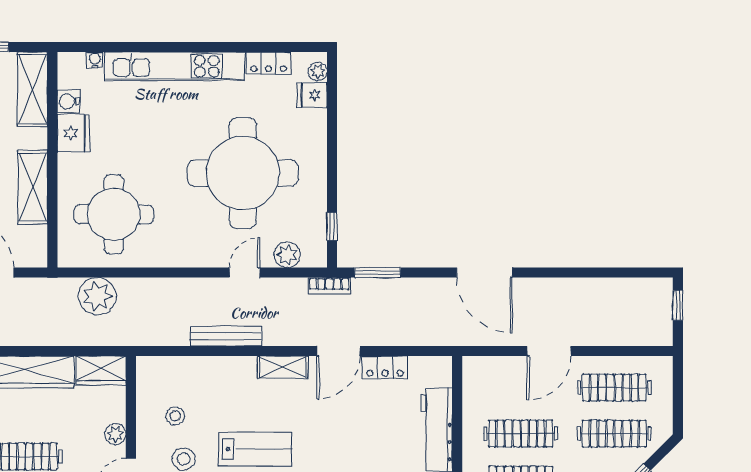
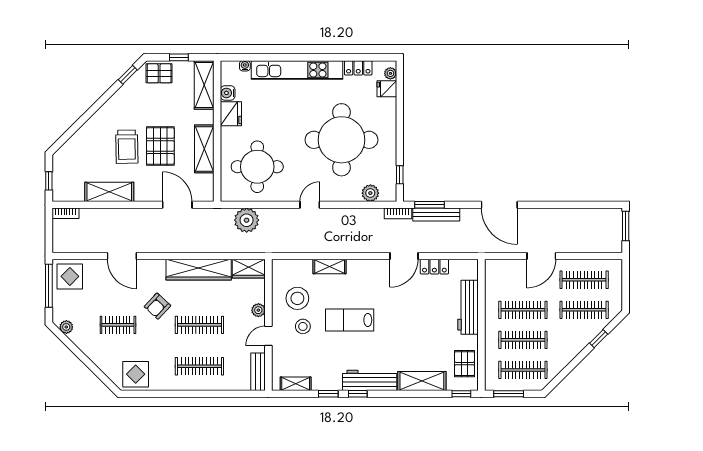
door: (245, 273) -> (310, 205), moved
window: (678, 305) -> (626, 226), width x1.50
bench: (226, 336) -> (436, 214), moved
shelving: (283, 367) -> (330, 267), moved
stool: (175, 416) -> (297, 298), width x1.89, depth x1.89
lab bench: (255, 449) -> (350, 320), turned 180

